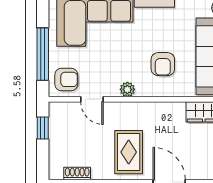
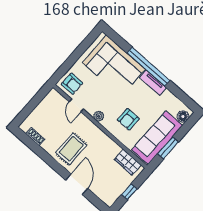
window: (43, 54) -> (71, 60), removed
window: (43, 128) -> (38, 98), removed

